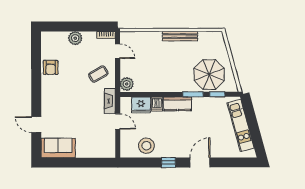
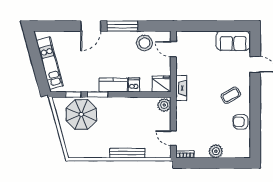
bench: (180, 36) -> (127, 153), moved
armchair: (51, 67) -> (241, 122), turned -90
coffee table: (98, 74) -> (231, 95), moved
fridge: (141, 105) -> (162, 84), moved
door: (118, 121) -> (173, 49), moved
window: (168, 163) -> (122, 26), width x2.17

